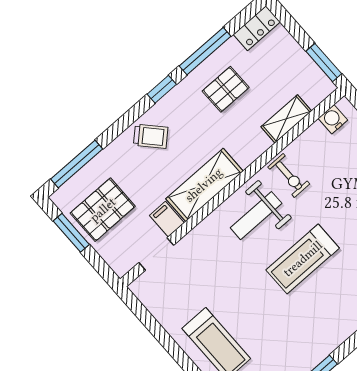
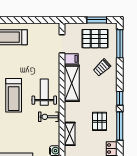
trolley: (151, 136) -> (102, 68), moved
pallet: (103, 210) -> (95, 39), turned 90
treadmill: (303, 259) -> (14, 95), turned 180

